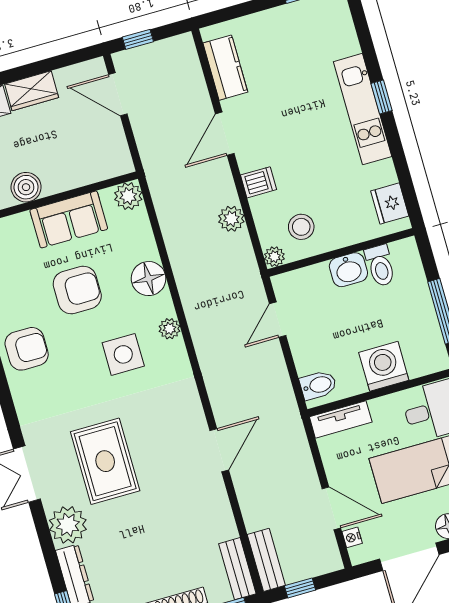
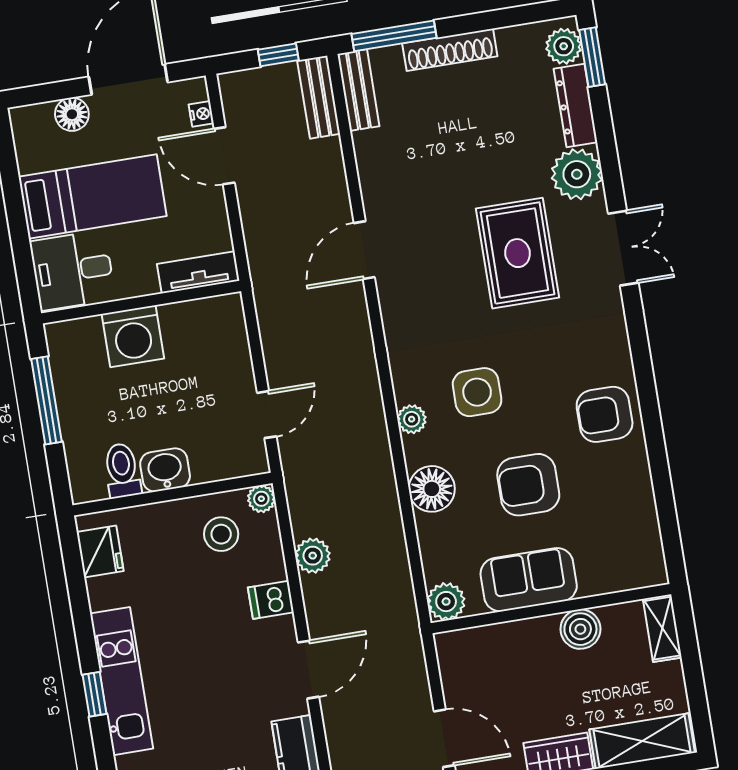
bidet: (318, 385) -> (223, 321), removed

